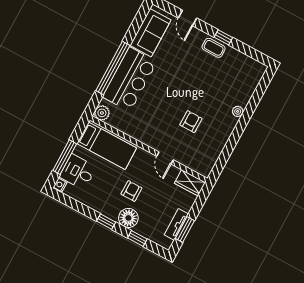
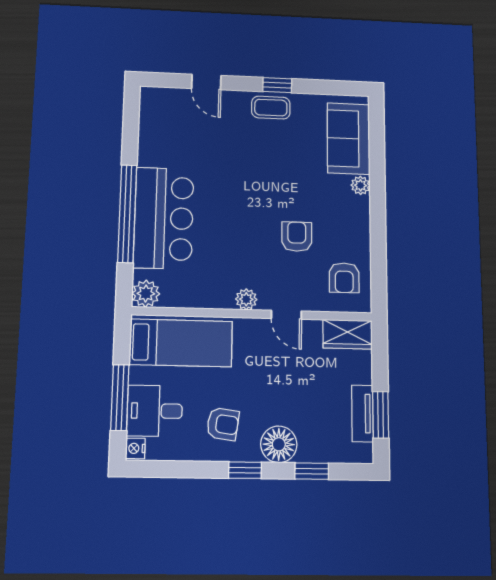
sofa: (151, 33) -> (349, 139), moved, turned 180
plant: (149, 140) -> (246, 299), added
armchair: (204, 154) -> (344, 278), added
armchair: (131, 191) -> (223, 424), moved, turned 98

